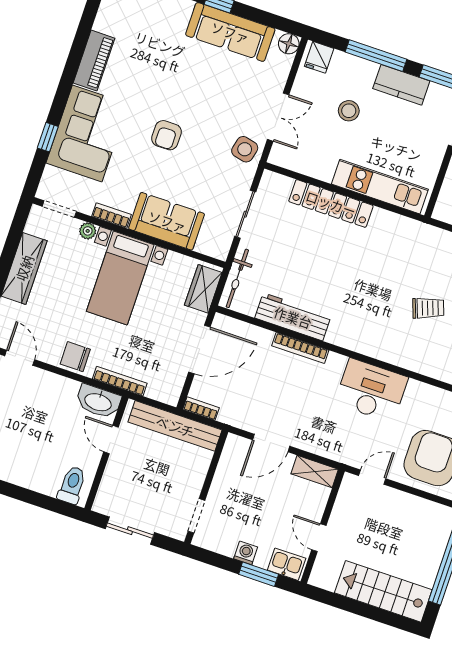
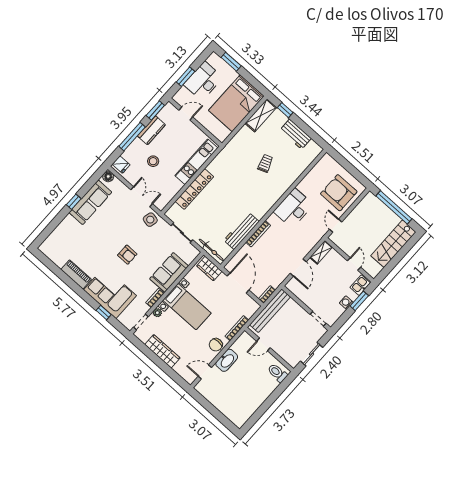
washbasin: (98, 401) -> (227, 360), moved
door: (319, 538) -> (354, 264), swing flipped

